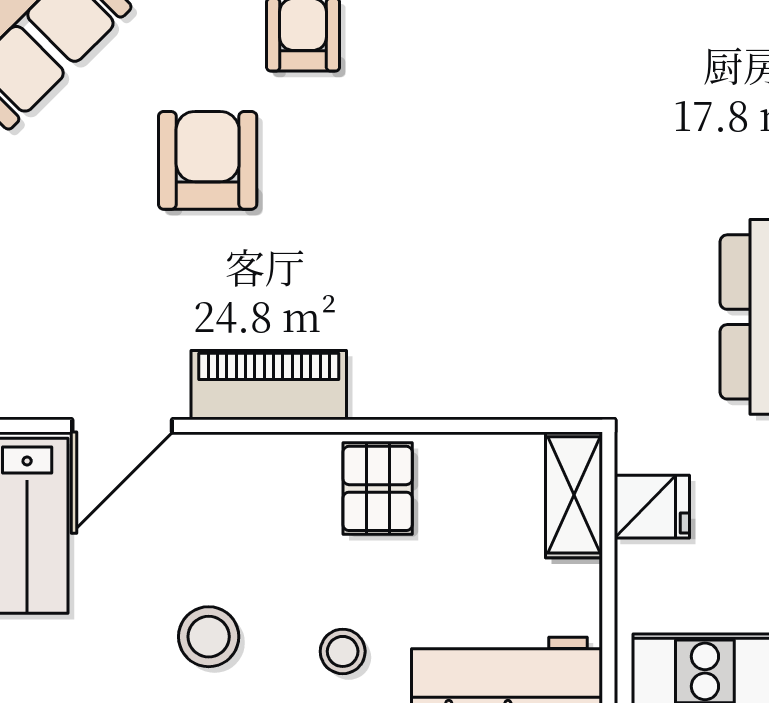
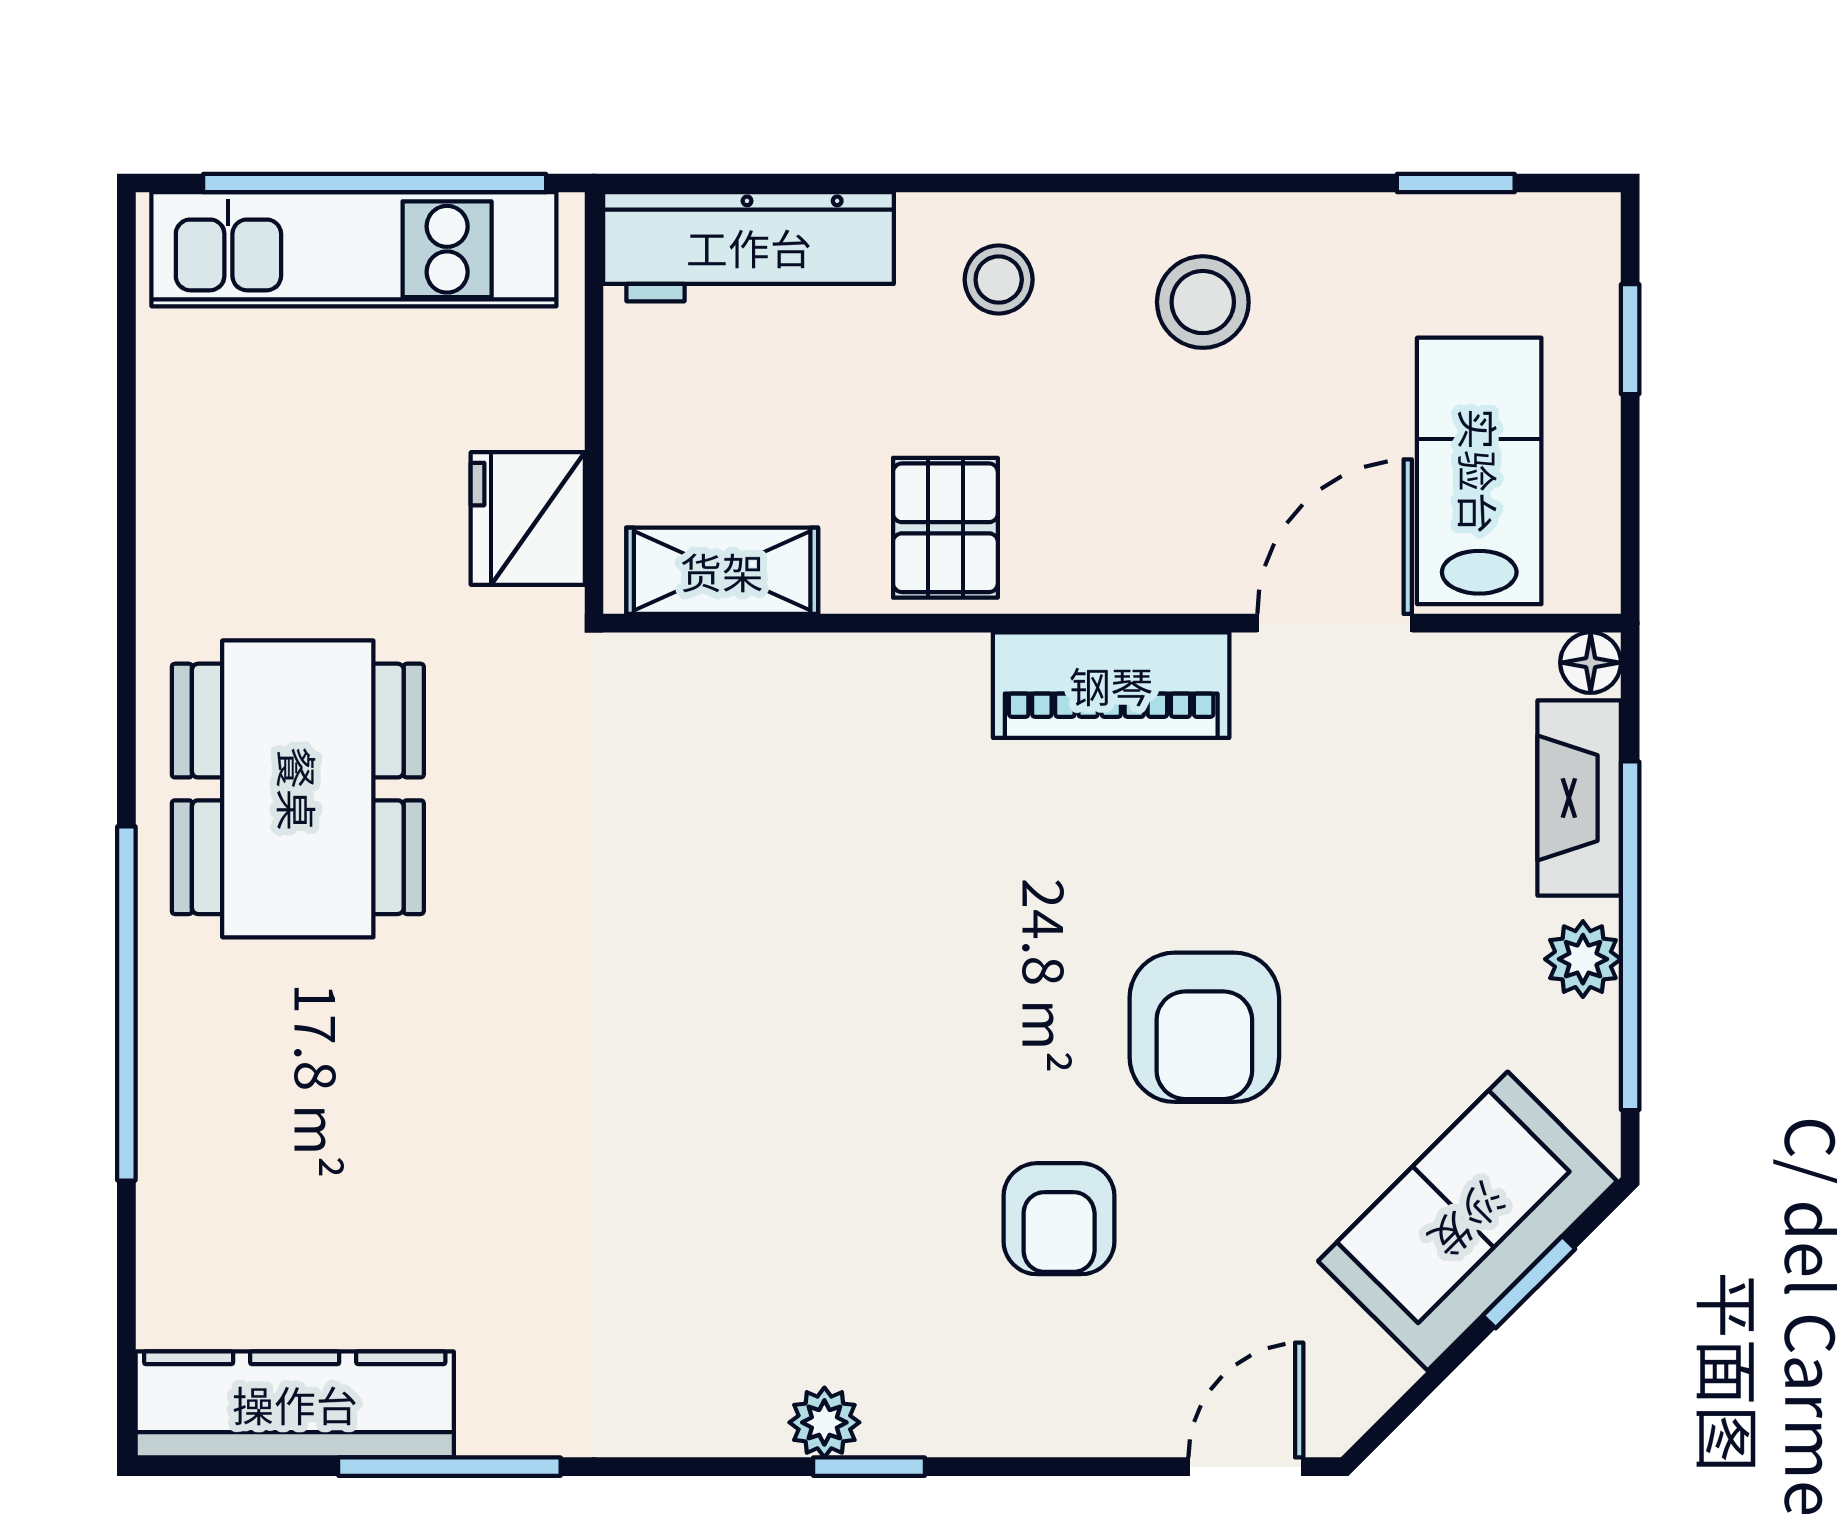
shelving: (574, 495) -> (722, 571), moved, turned 90
fridge: (652, 507) -> (528, 519), width x1.38

